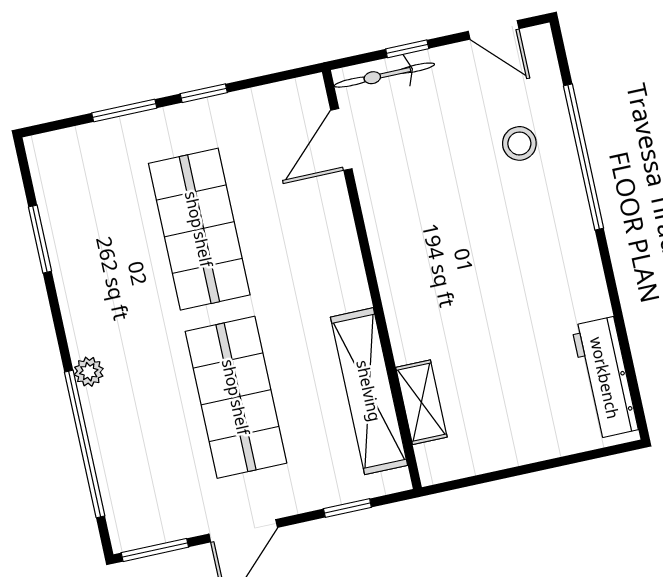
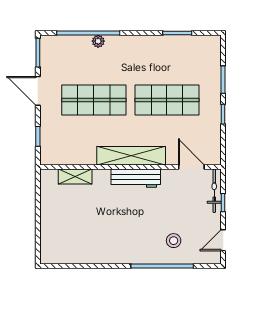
plant: (89, 372) -> (98, 41), moved
workbench: (605, 378) -> (136, 178), moved, turned 180
shelving: (369, 391) -> (131, 156), moved

